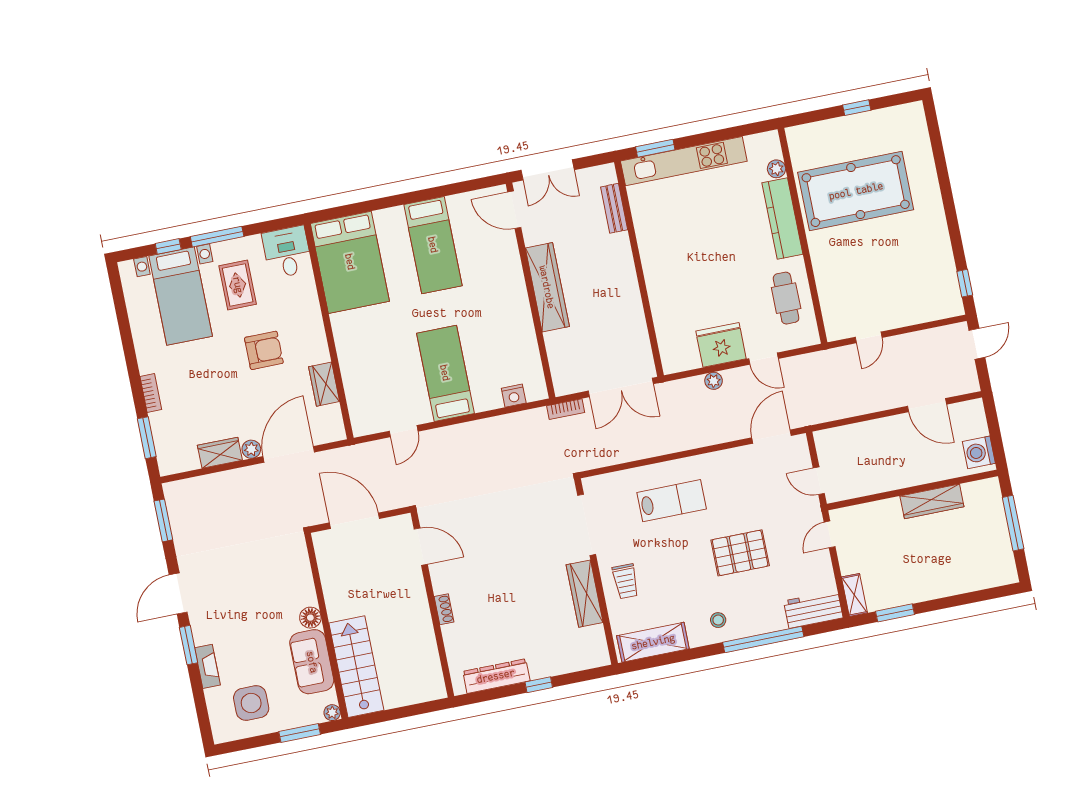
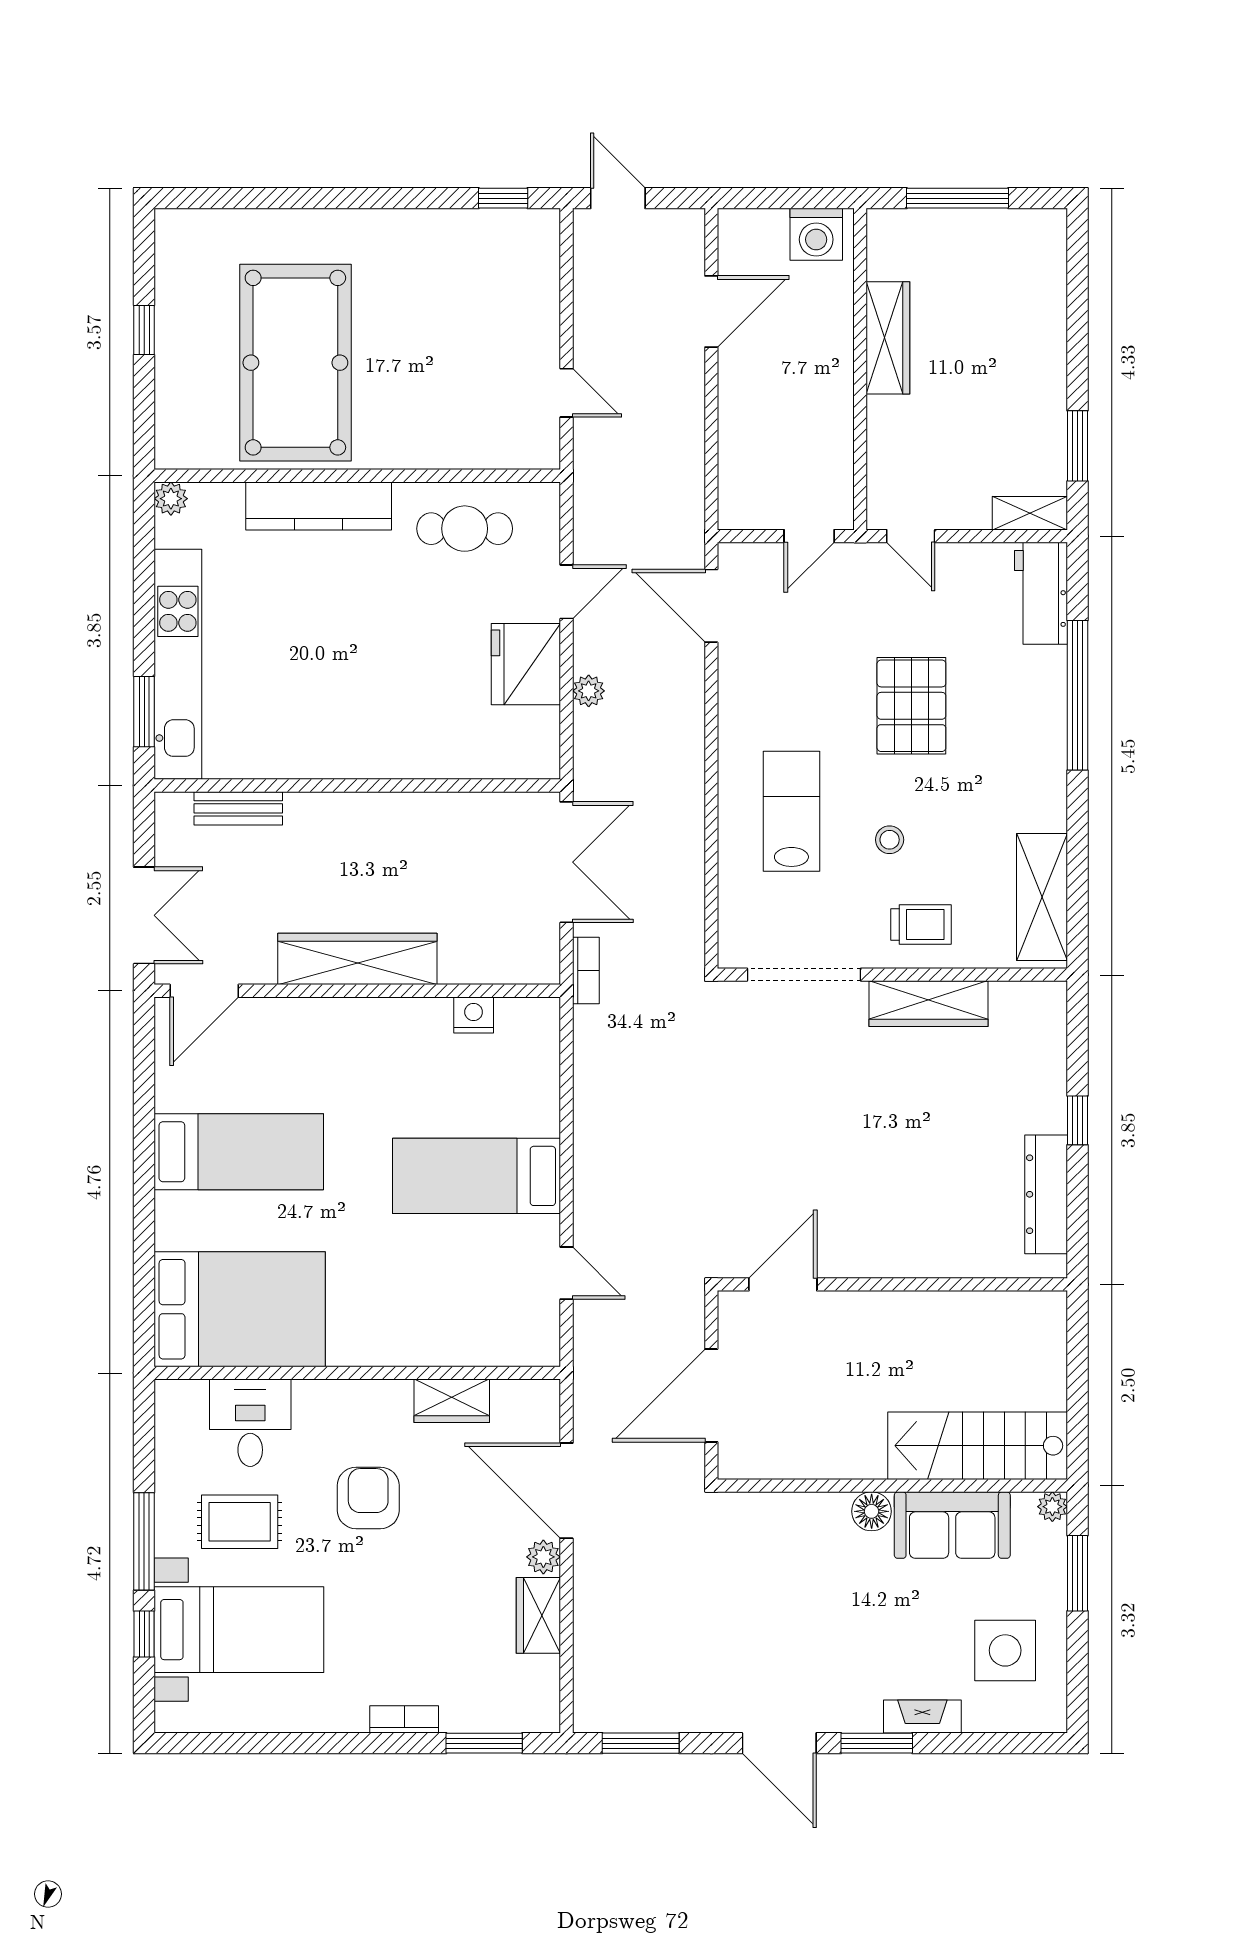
plant: (776, 169) -> (171, 499), moved
desk: (287, 252) -> (250, 1423), moved, turned 90
nightstand: (514, 396) -> (474, 1015), moved, turned -90
shoe rack: (444, 609) -> (905, 1265), removed
stool: (718, 620) -> (890, 840), moved

